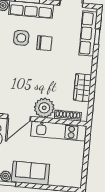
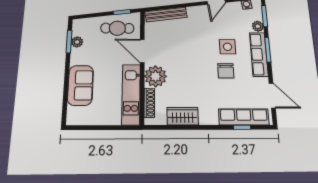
sofa: (31, 173) -> (81, 85), moved

